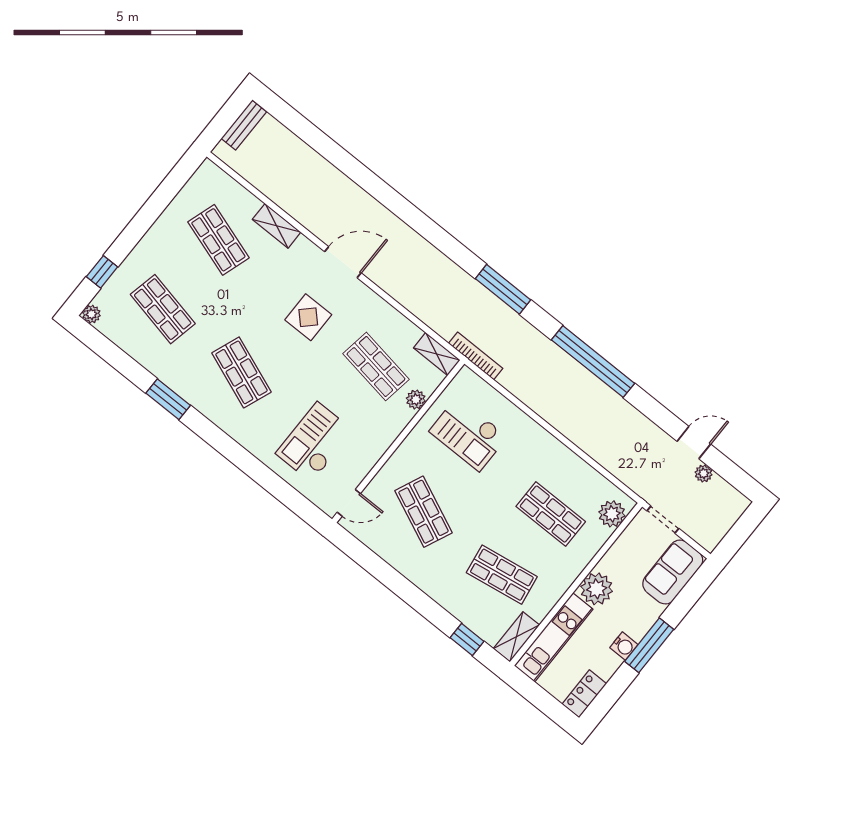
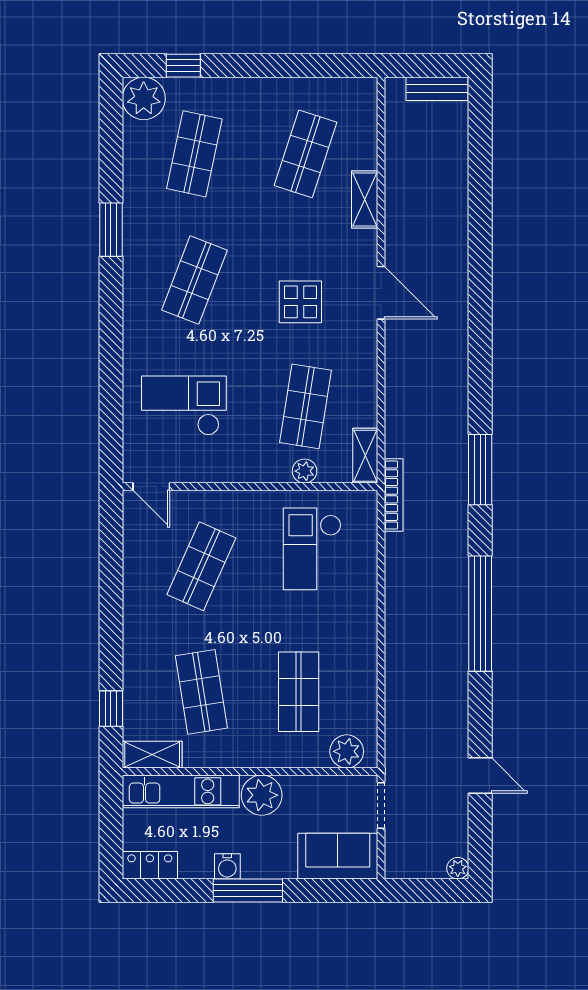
plant: (91, 314) -> (144, 98), width x1.87, depth x1.87
plant: (704, 473) -> (458, 868), moved

